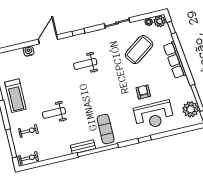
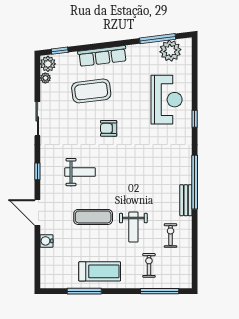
coffee table: (139, 50) -> (91, 91), moved, turned -62
weight bench: (85, 64) -> (80, 172), turned -90
armchair: (143, 92) -> (109, 128), moved
exercise mat: (106, 129) -> (93, 217), moved
exercise bike: (29, 158) -> (171, 235), moved

